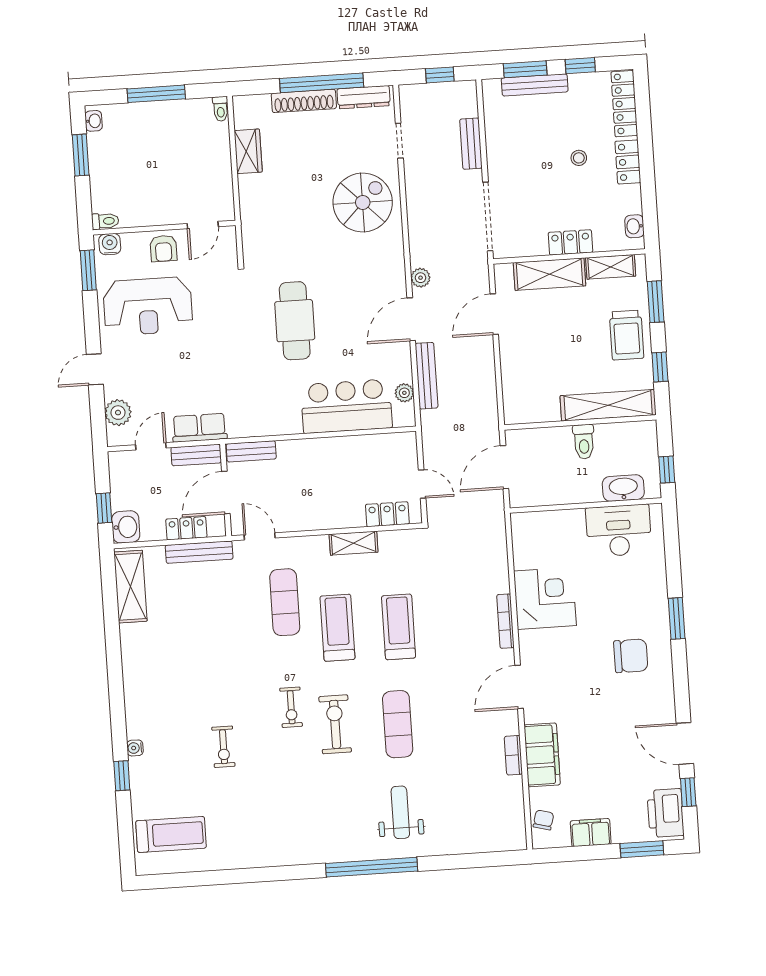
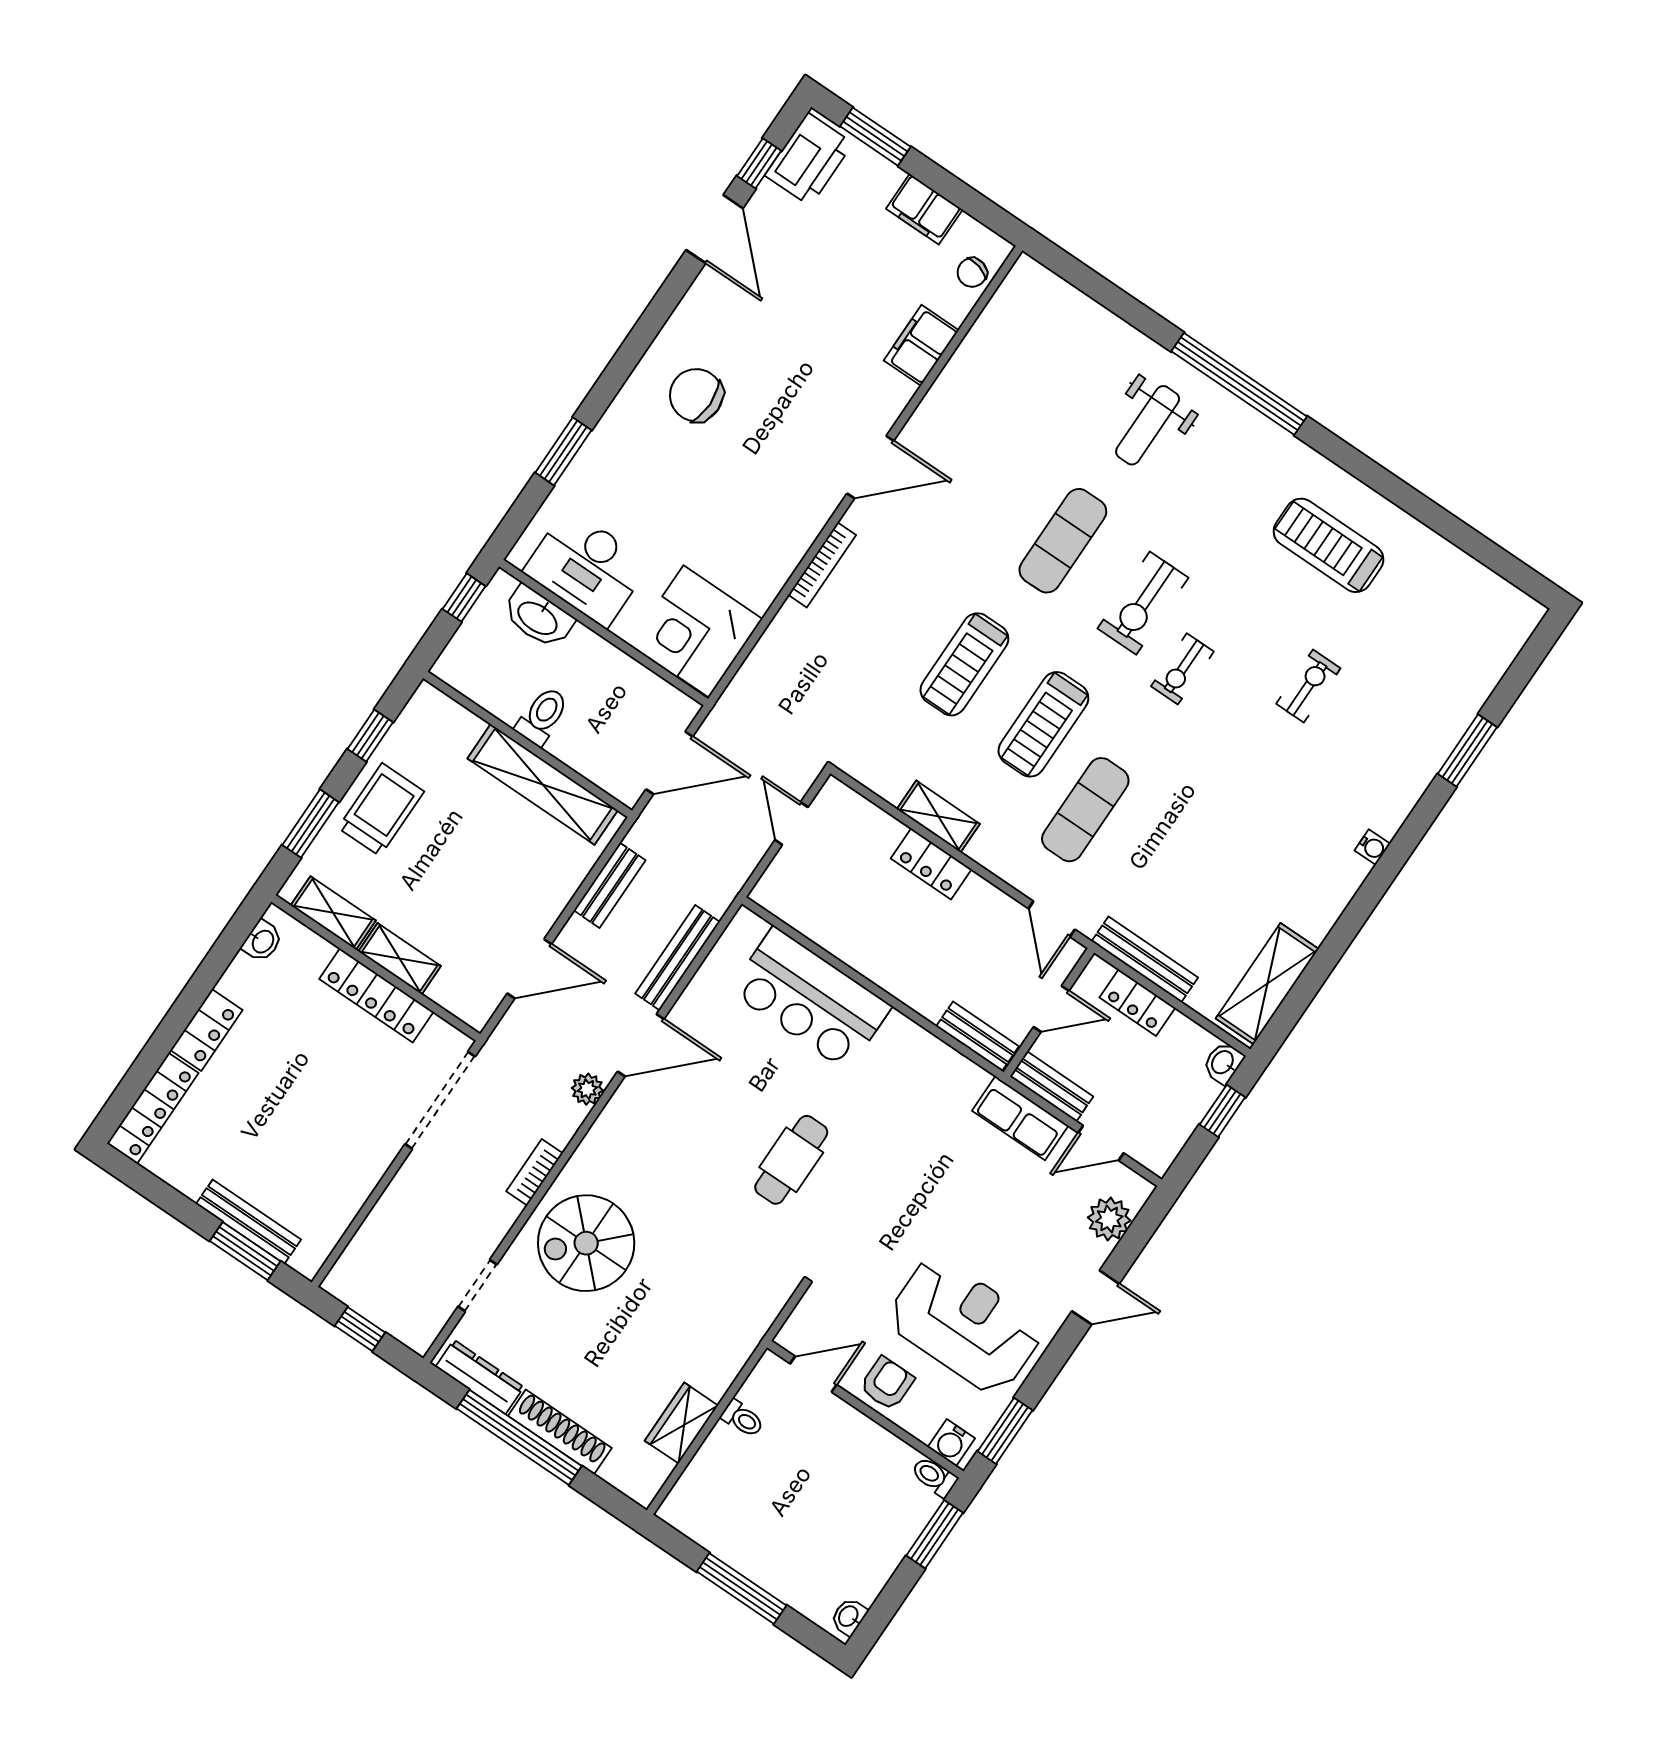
window: (580, 66) -> (171, 1201), removed
toilet: (221, 109) -> (742, 1419), moved, turned 90
bench: (471, 144) -> (610, 885), moved
window: (81, 155) -> (935, 1534), moved
stool: (579, 158) -> (265, 1084), removed
locker: (570, 242) -> (376, 995), width x1.53
shelving: (550, 274) -> (400, 959), width x0.67, depth x0.75
cafe table: (295, 321) -> (791, 1160), width x0.73, depth x0.74
plant: (404, 393) -> (723, 958), removed
shelving: (608, 405) -> (543, 784), moved
door: (226, 493) -> (1051, 1009), width x0.73
locker: (387, 514) -> (931, 864), moved
washbasin: (126, 527) -> (1223, 1063), width x0.72, depth x0.69
corner desk: (545, 598) -> (696, 631), moved
window: (677, 618) -> (563, 451), moved
exercise bike: (291, 707) -> (1182, 669), turned 180
water cooler: (135, 748) -> (1372, 847), moved
bookcase: (513, 755) -> (535, 1172), moved, turned 180
filing cabinet: (542, 755) -> (921, 345), width x0.67, depth x0.86
window: (122, 776) -> (1467, 751), width x1.50
treadmill: (171, 834) -> (1329, 545), moved

